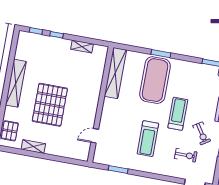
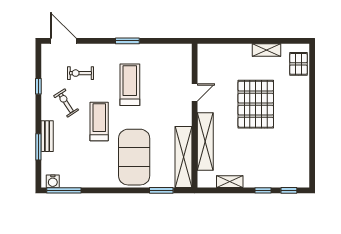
window: (161, 54) -> (161, 190), moved
shelving: (16, 83) -> (205, 142), moved
treadmill: (178, 114) -> (99, 122), turned 180
door: (95, 136) -> (195, 92), moved
window: (118, 170) -> (127, 41), moved

